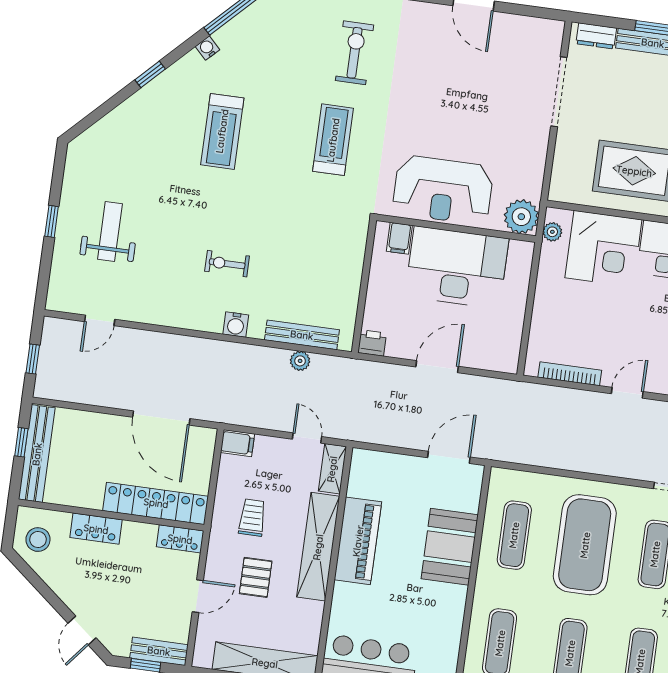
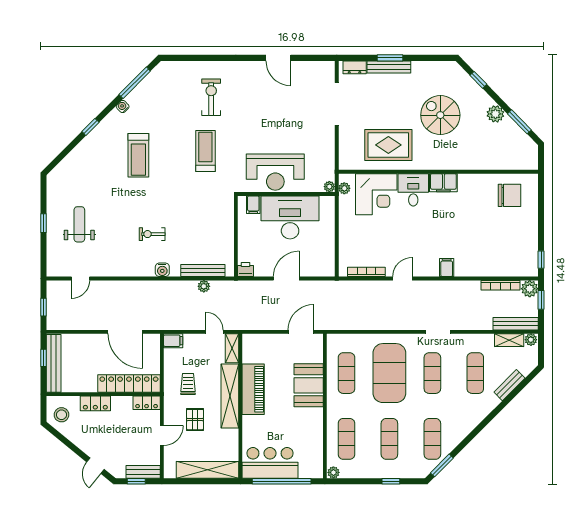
plant: (521, 217) -> (329, 187), width x0.53, depth x0.53

